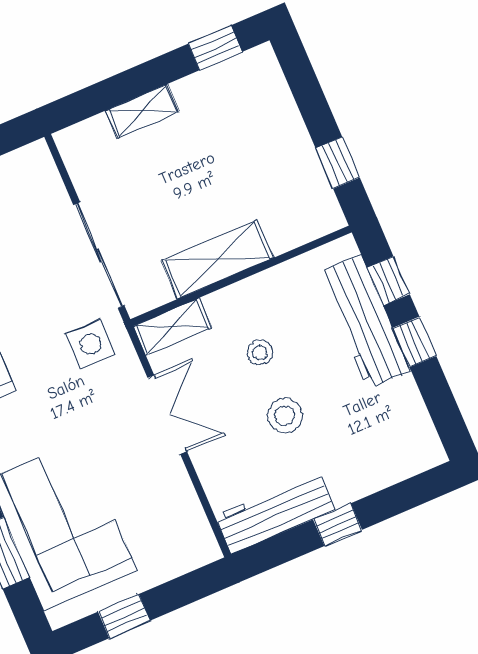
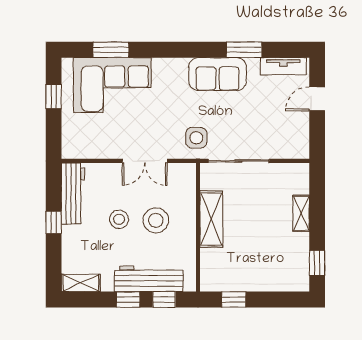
shelving: (172, 327) -> (81, 283), moved, turned 90
stool: (260, 353) -> (156, 220), width x1.89, depth x1.89

